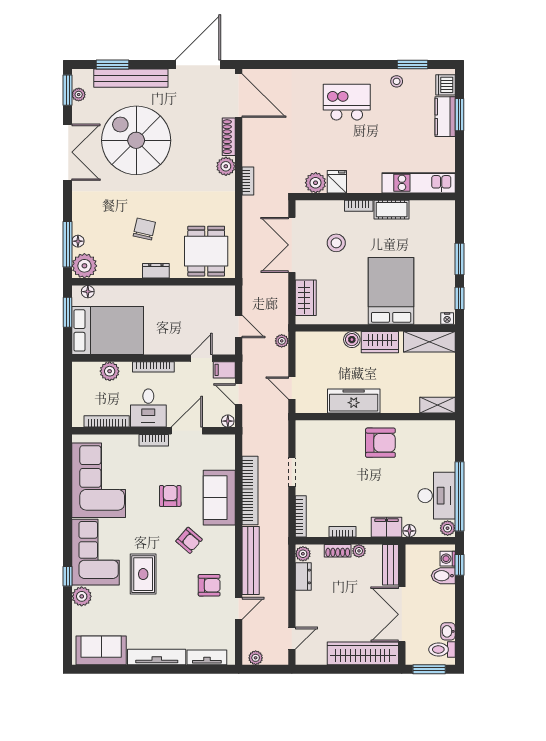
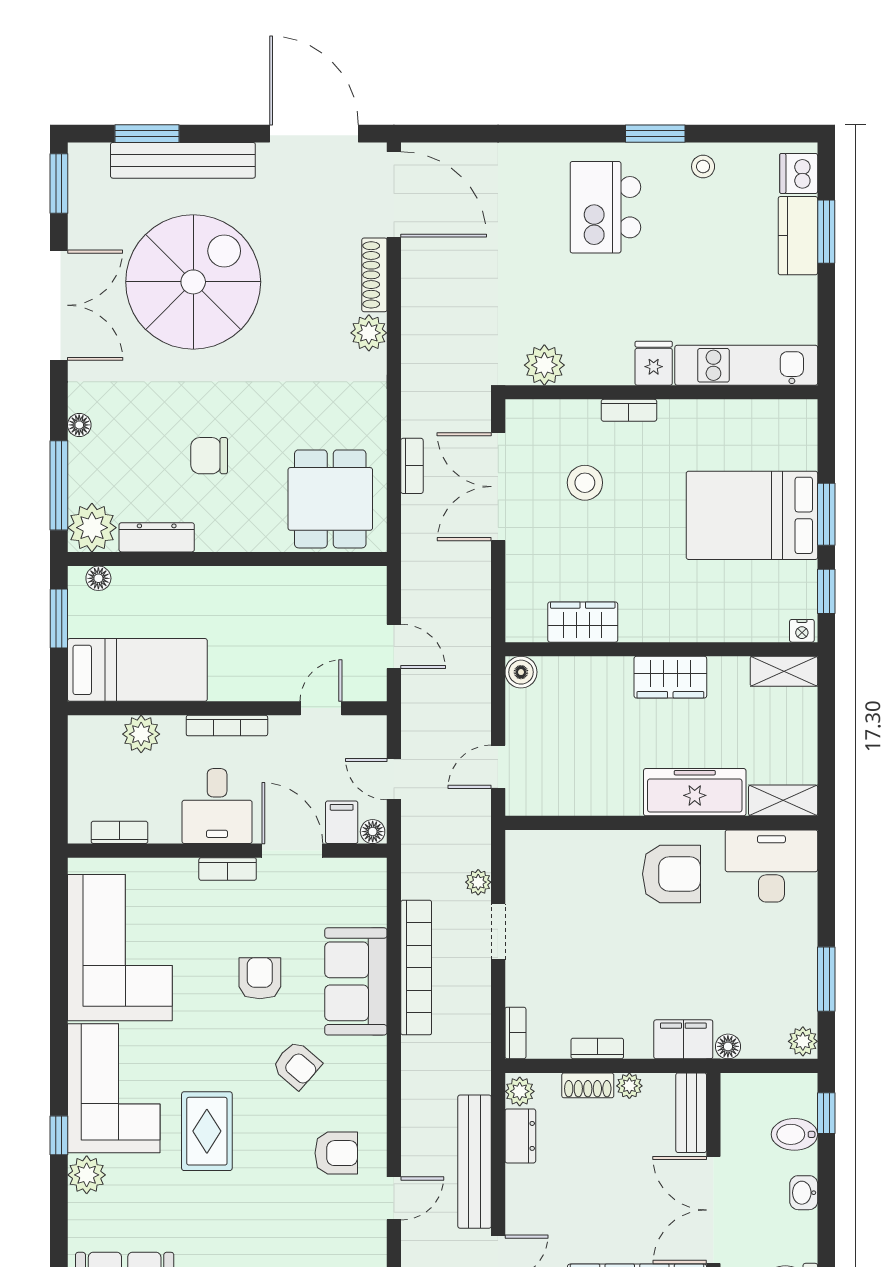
door: (198, 65) -> (314, 134), hinge flipped
window: (413, 65) -> (655, 134), moved
plant: (79, 95) -> (81, 192), removed
kitchen island: (347, 102) -> (605, 207), turned -90
spiral stairs: (136, 140) -> (193, 282), turned 90
bookcase: (248, 181) -> (412, 466), moved
fridge: (337, 182) -> (654, 363), moved
cot: (392, 210) -> (693, 418), removed
chair: (144, 229) -> (209, 456), turned -103
floor lamp: (78, 241) -> (79, 425), moved
dresser: (156, 271) -> (157, 537), moved, width x1.44
bed: (391, 291) -> (752, 515), moved, turned -90
wardrobe: (306, 298) -> (583, 622), moved, turned -90
bed: (108, 330) -> (137, 670), width x0.67
boiler: (352, 340) -> (521, 672), moved
plant: (282, 341) -> (478, 882), moved
shelving: (429, 342) -> (784, 671), width x0.67, depth x0.75
filing cabinet: (224, 370) -> (342, 822), moved, turned 90
door: (292, 388) -> (498, 767), hinge flipped
freezer: (354, 401) -> (695, 792), moved
bookcase: (107, 421) -> (119, 832), width x0.64
door: (187, 431) -> (292, 851), hinge flipped
desk: (437, 496) -> (771, 866), moved, turned -90
window: (459, 496) -> (826, 979), width x0.47
bookcase: (301, 516) -> (515, 1033), width x0.64
washing machine: (448, 559) -> (803, 1101), removed
bench: (251, 560) -> (475, 1162), moved
washbasin: (448, 631) -> (804, 1193), moved

